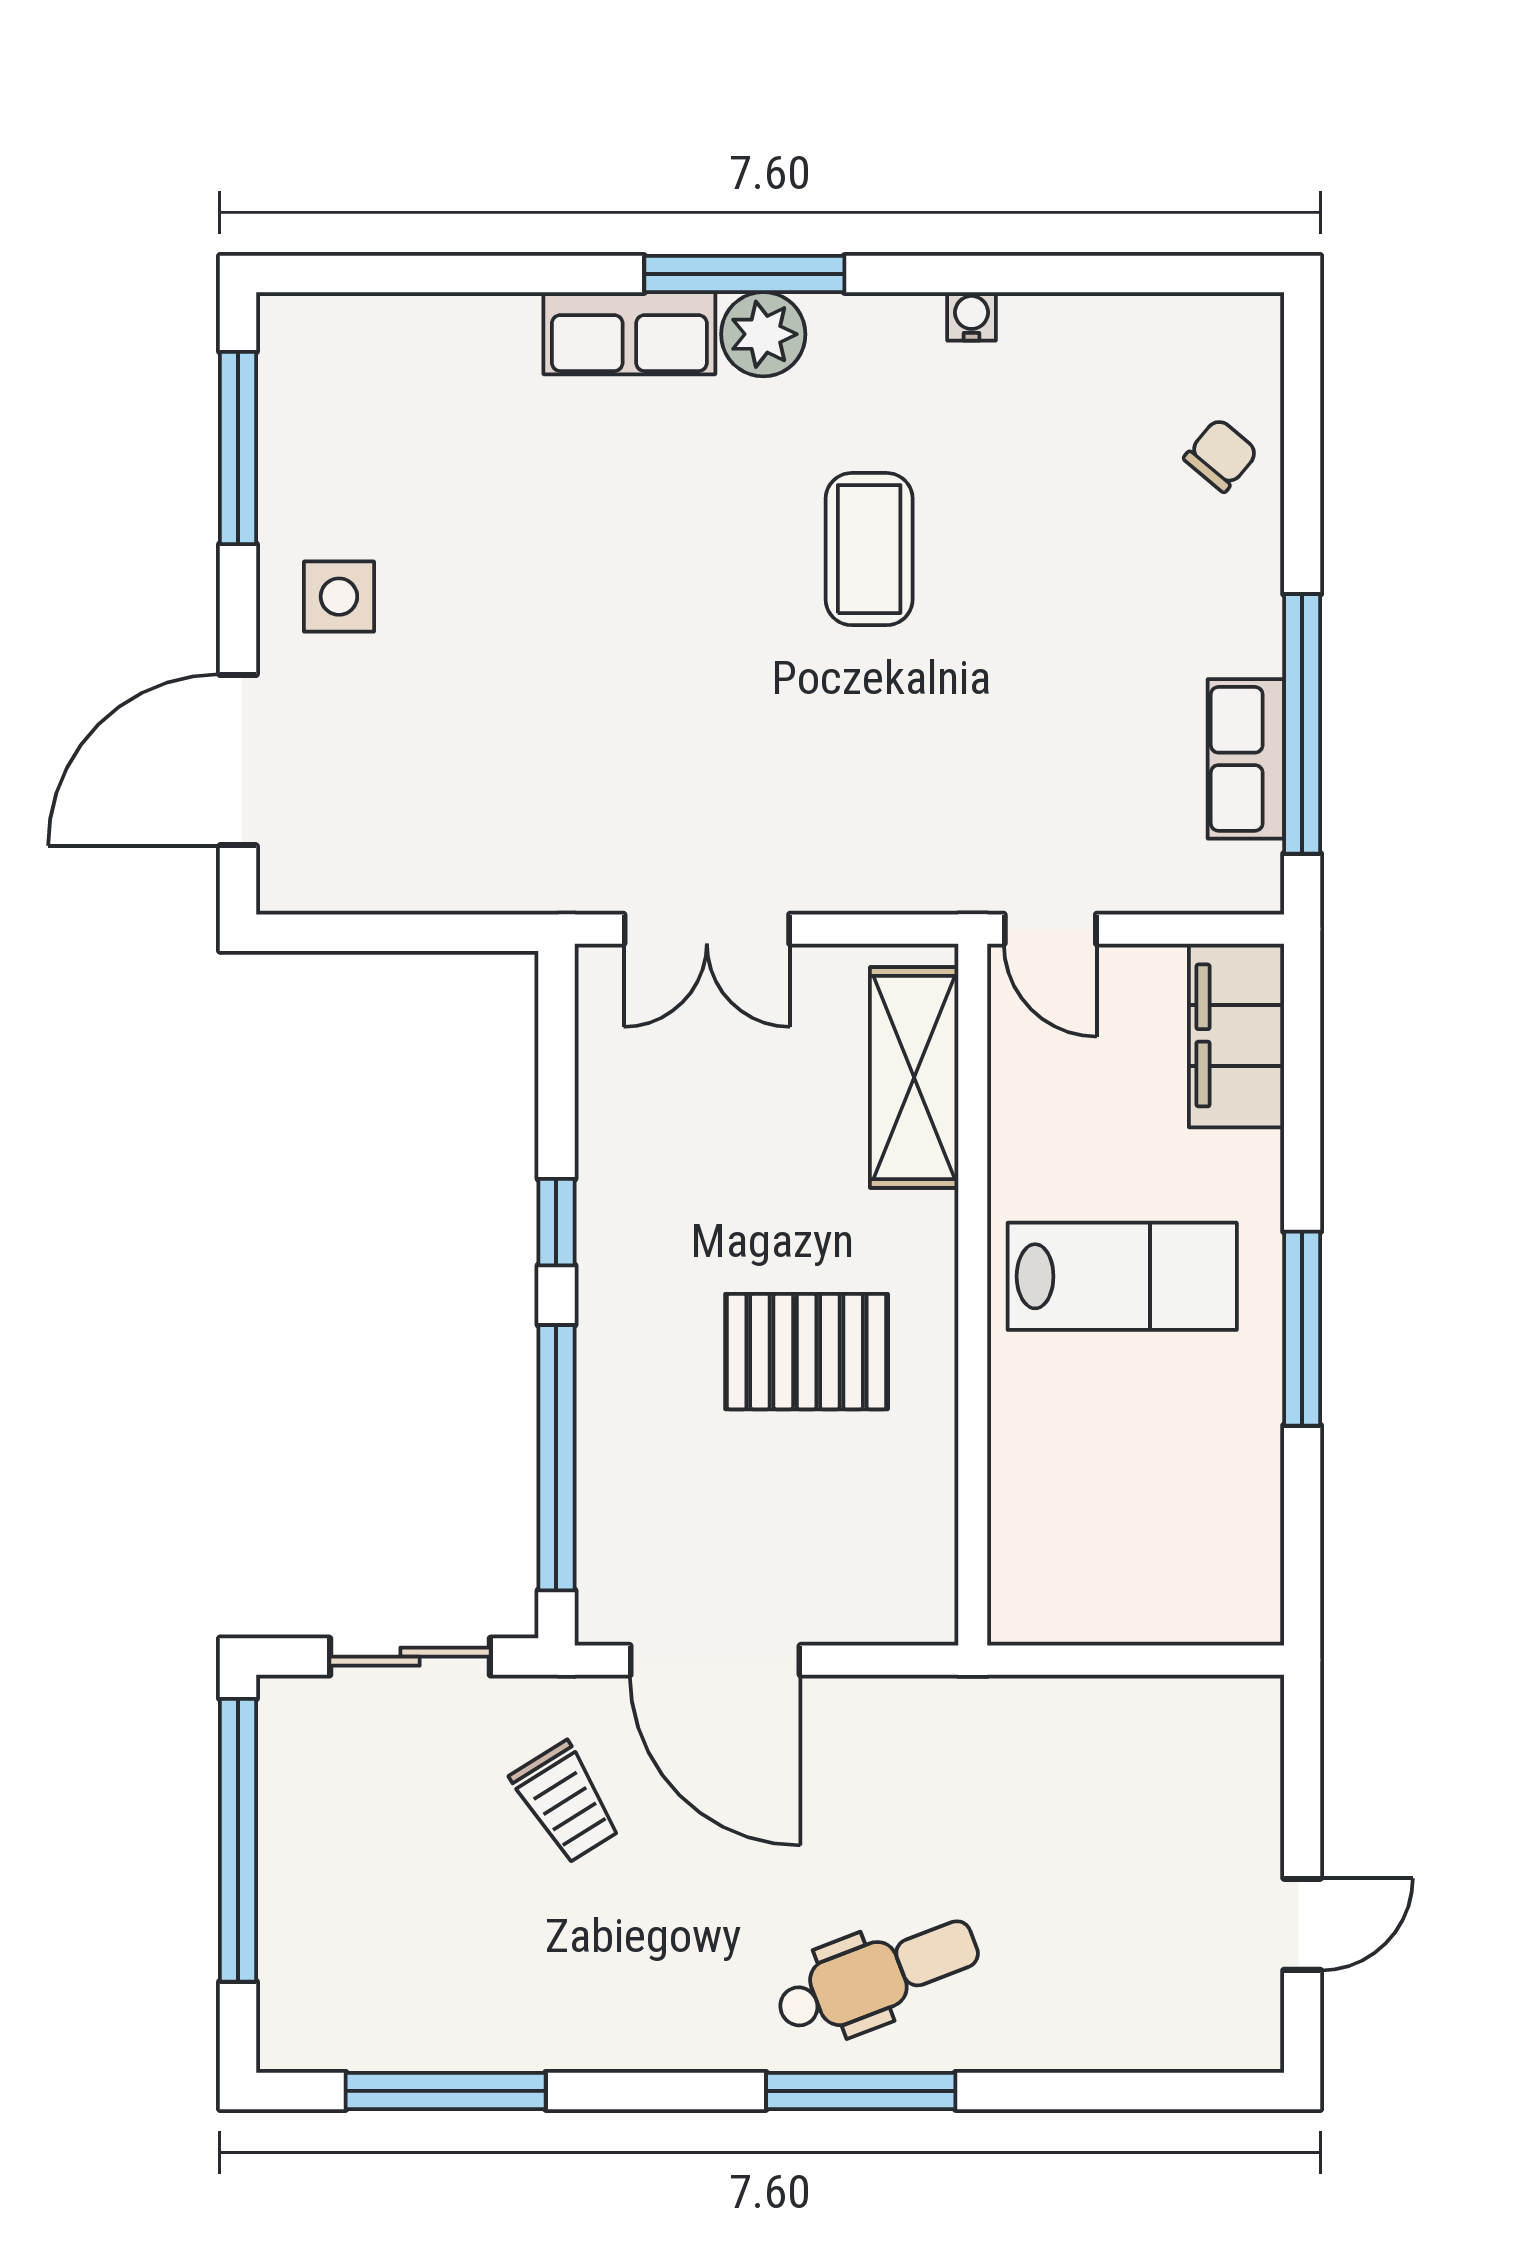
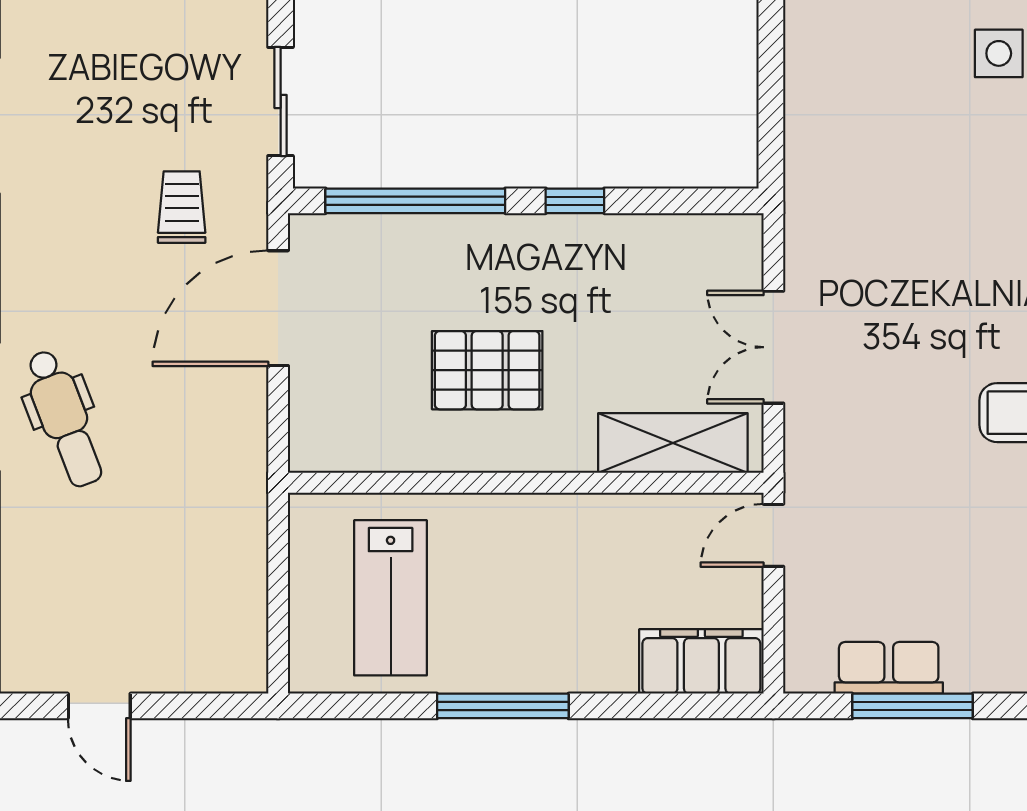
window: (1302, 724) -> (912, 706), width x0.68
double door: (707, 929) -> (773, 347), moved
lab bench: (1122, 1276) -> (391, 598), moved
pallet: (807, 1352) -> (487, 370), turned 90
trolley: (566, 1803) -> (182, 207), turned 122

